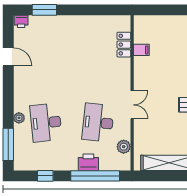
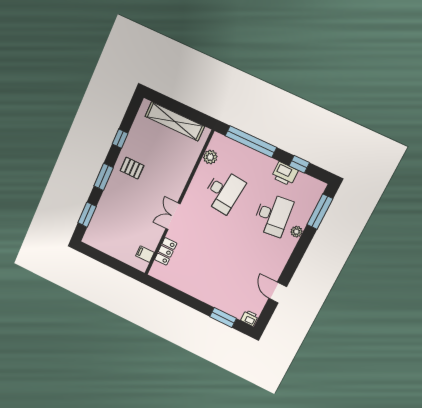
filing cabinet: (141, 50) -> (145, 254), moved
double door: (132, 105) -> (173, 216), moved
printer: (88, 162) -> (285, 174), moved

